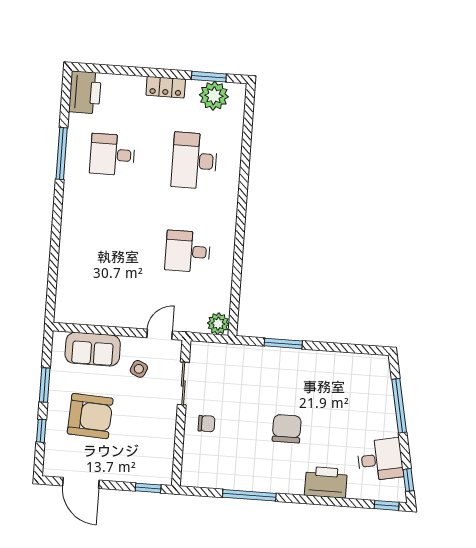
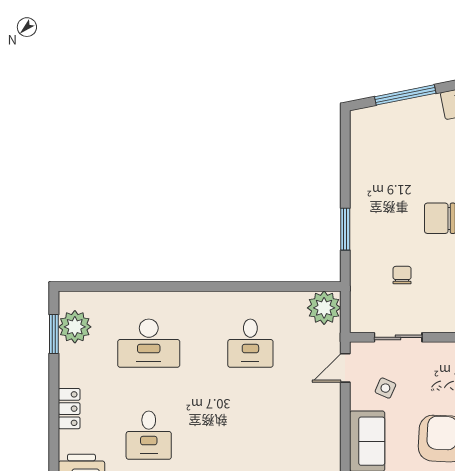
locker: (166, 87) -> (69, 409), moved
plant: (218, 324) -> (324, 308), width x1.36, depth x1.36
door: (160, 334) -> (345, 368), hinge flipped
chair: (206, 424) -> (402, 275), moved

